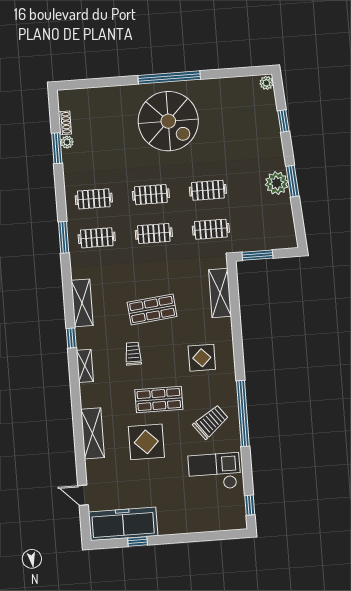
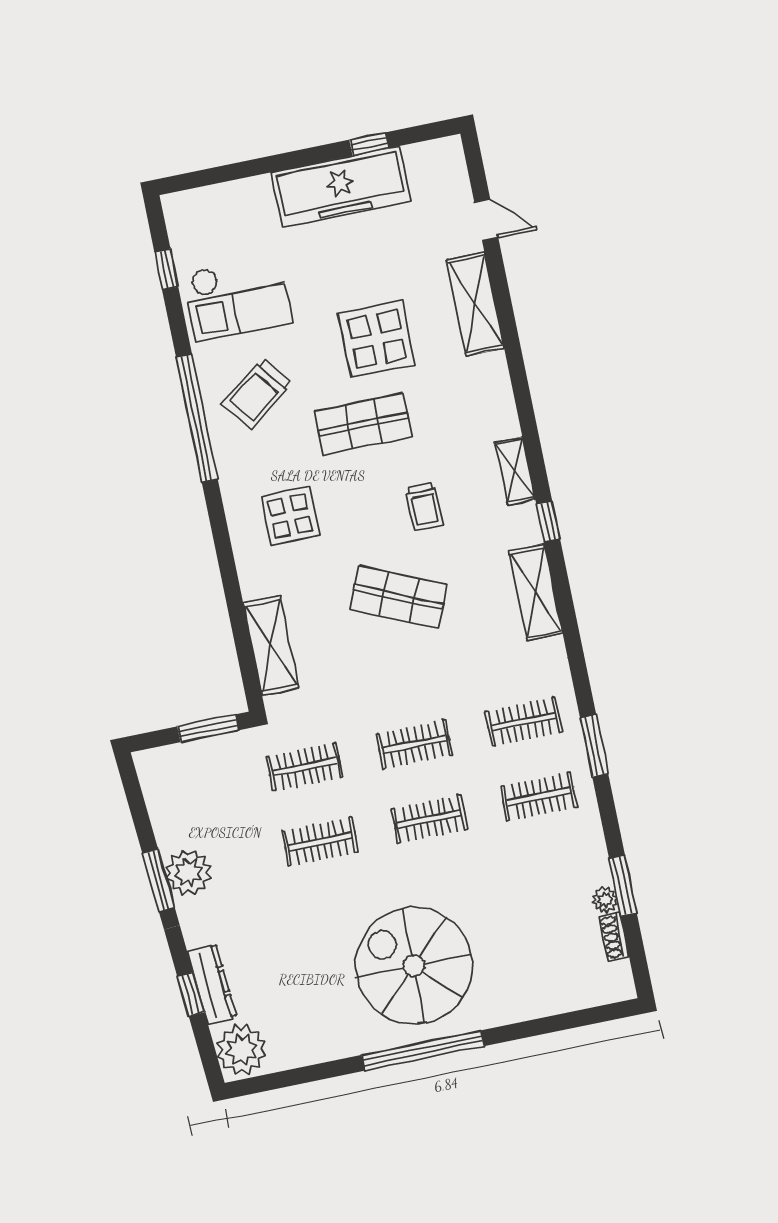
plant: (266, 83) -> (241, 1050), width x1.88, depth x1.88
dresser: (272, 125) -> (212, 984), added
window: (64, 237) -> (594, 746), moved
shop shelf: (152, 309) -> (399, 597), turned 30
shelving: (93, 433) -> (475, 304), moved
window: (250, 505) -> (166, 269), moved
freezer: (123, 524) -> (341, 187), moved

